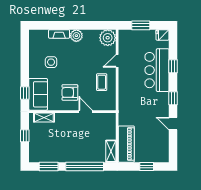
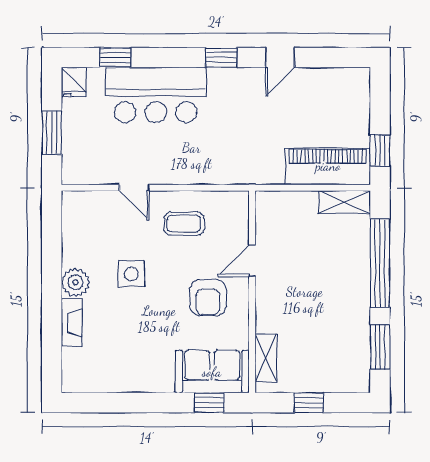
plant: (108, 38) -> (81, 210), removed
side table: (51, 62) -> (131, 274), moved
window: (173, 66) -> (115, 57), moved
window: (147, 166) -> (380, 150), moved

